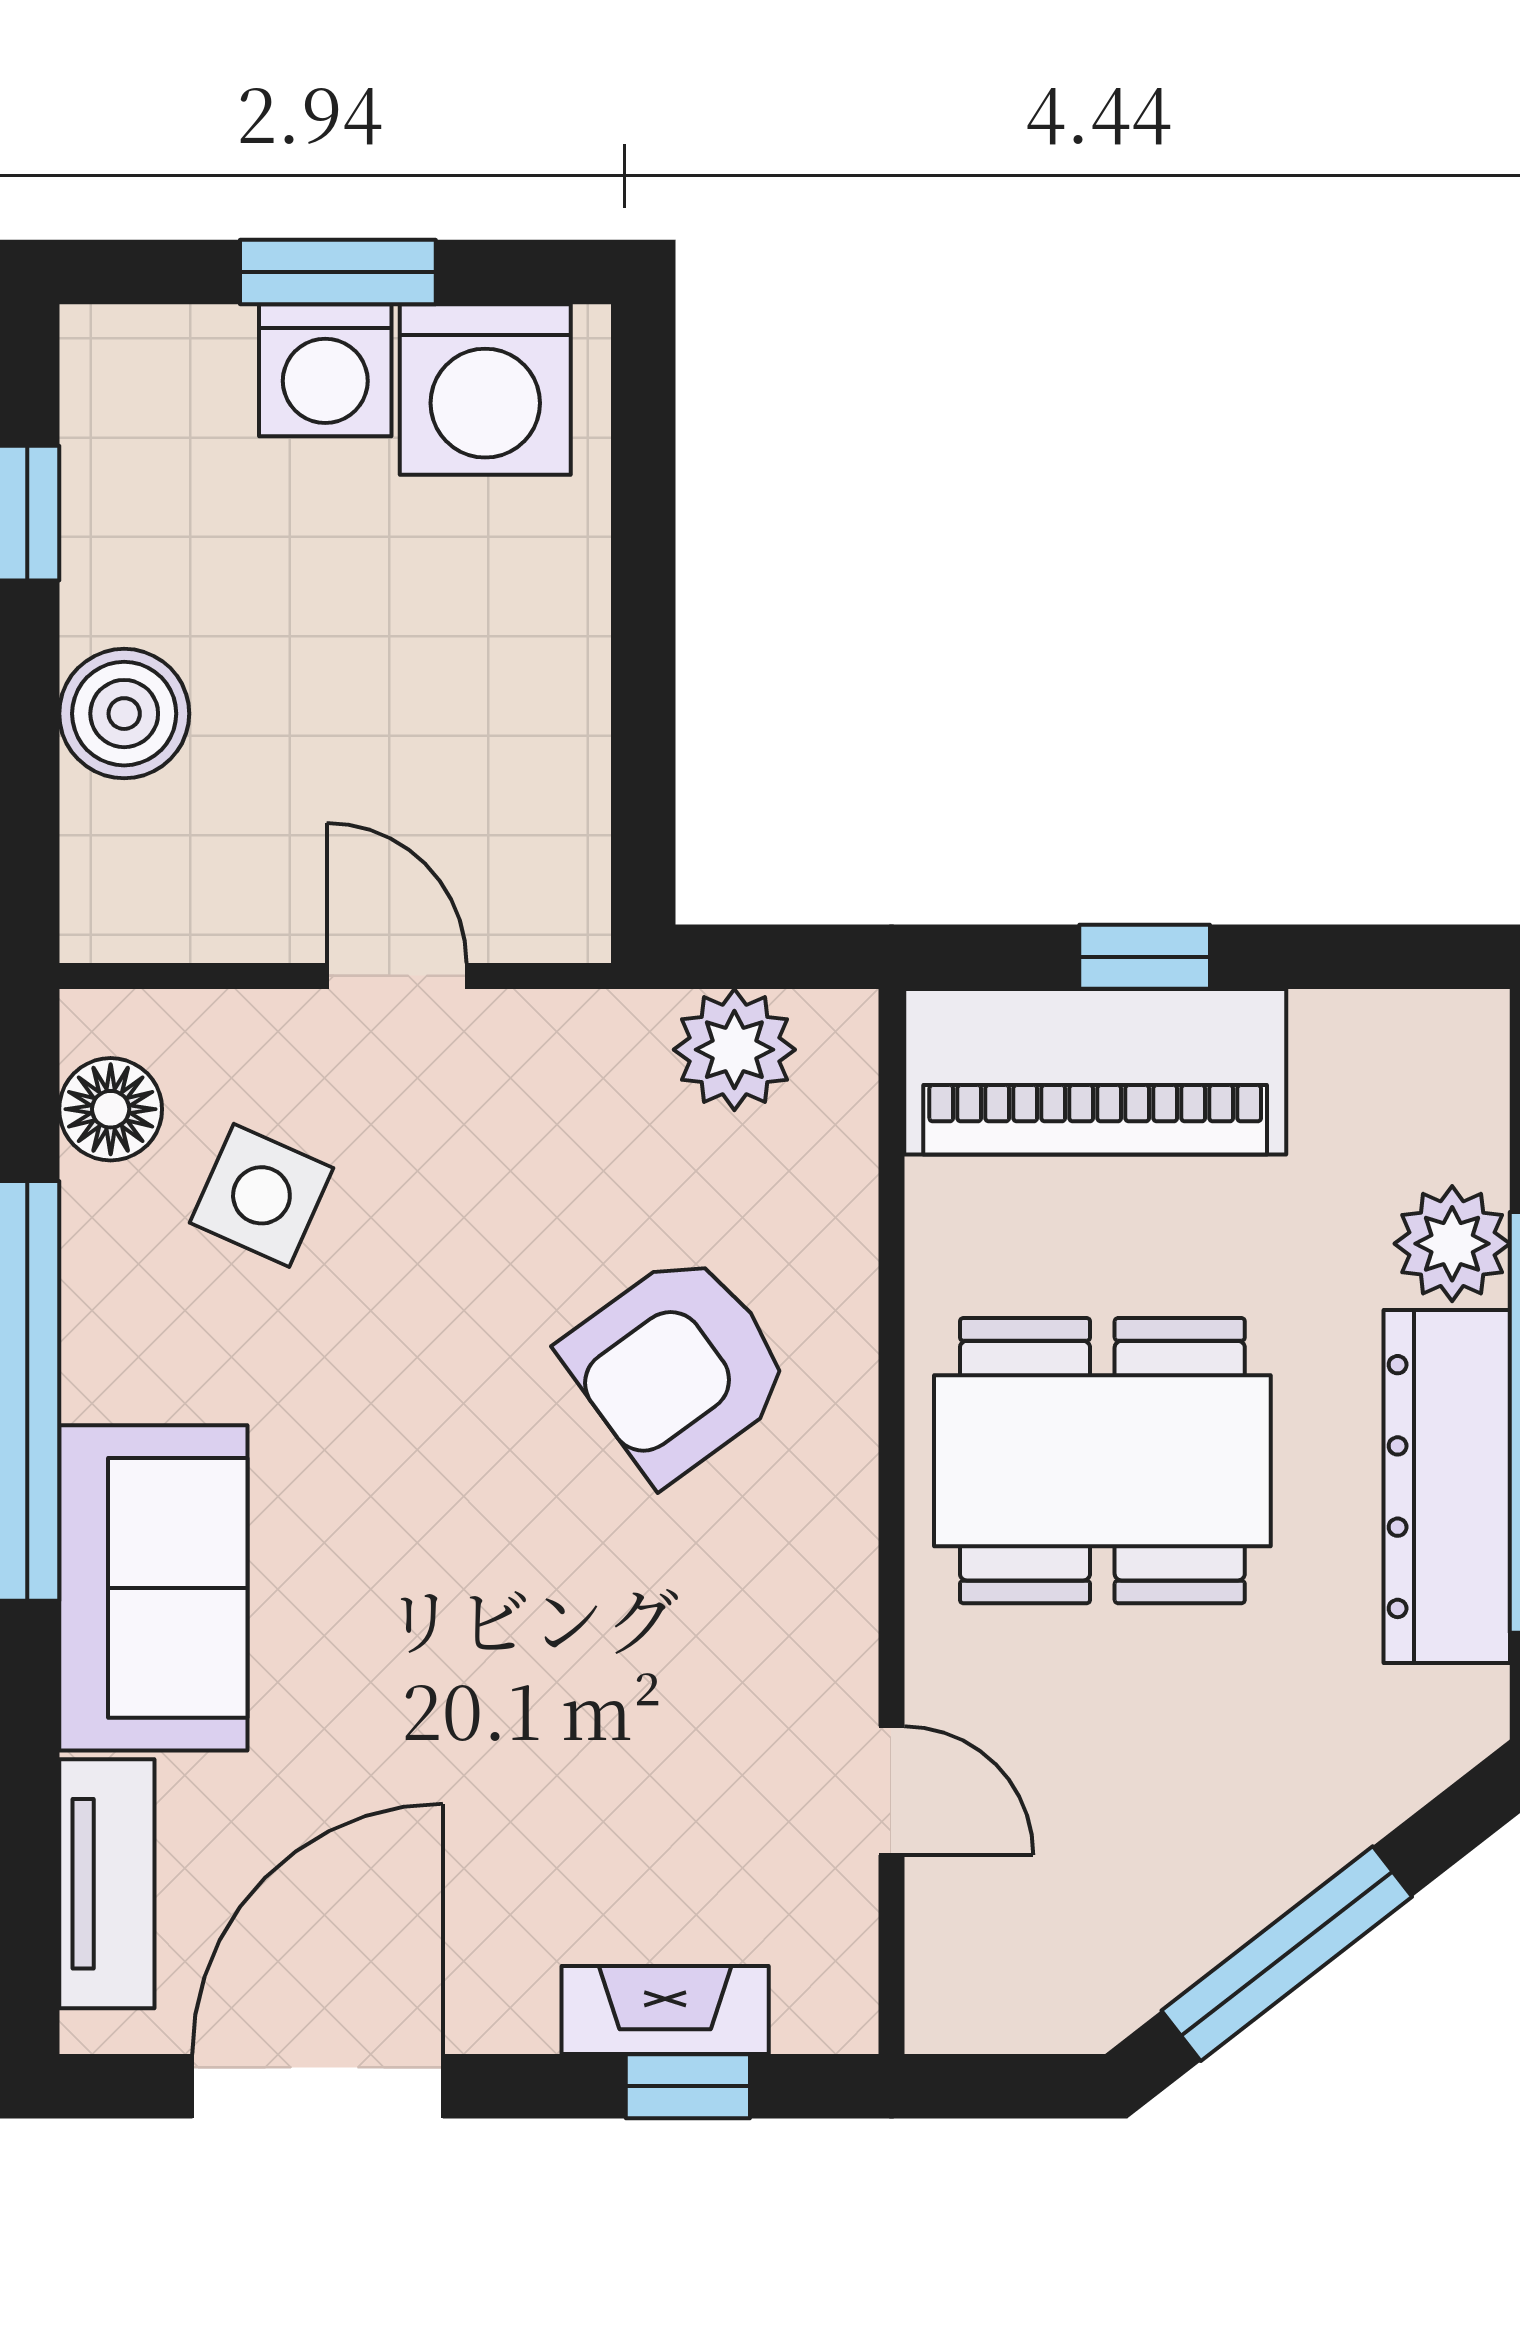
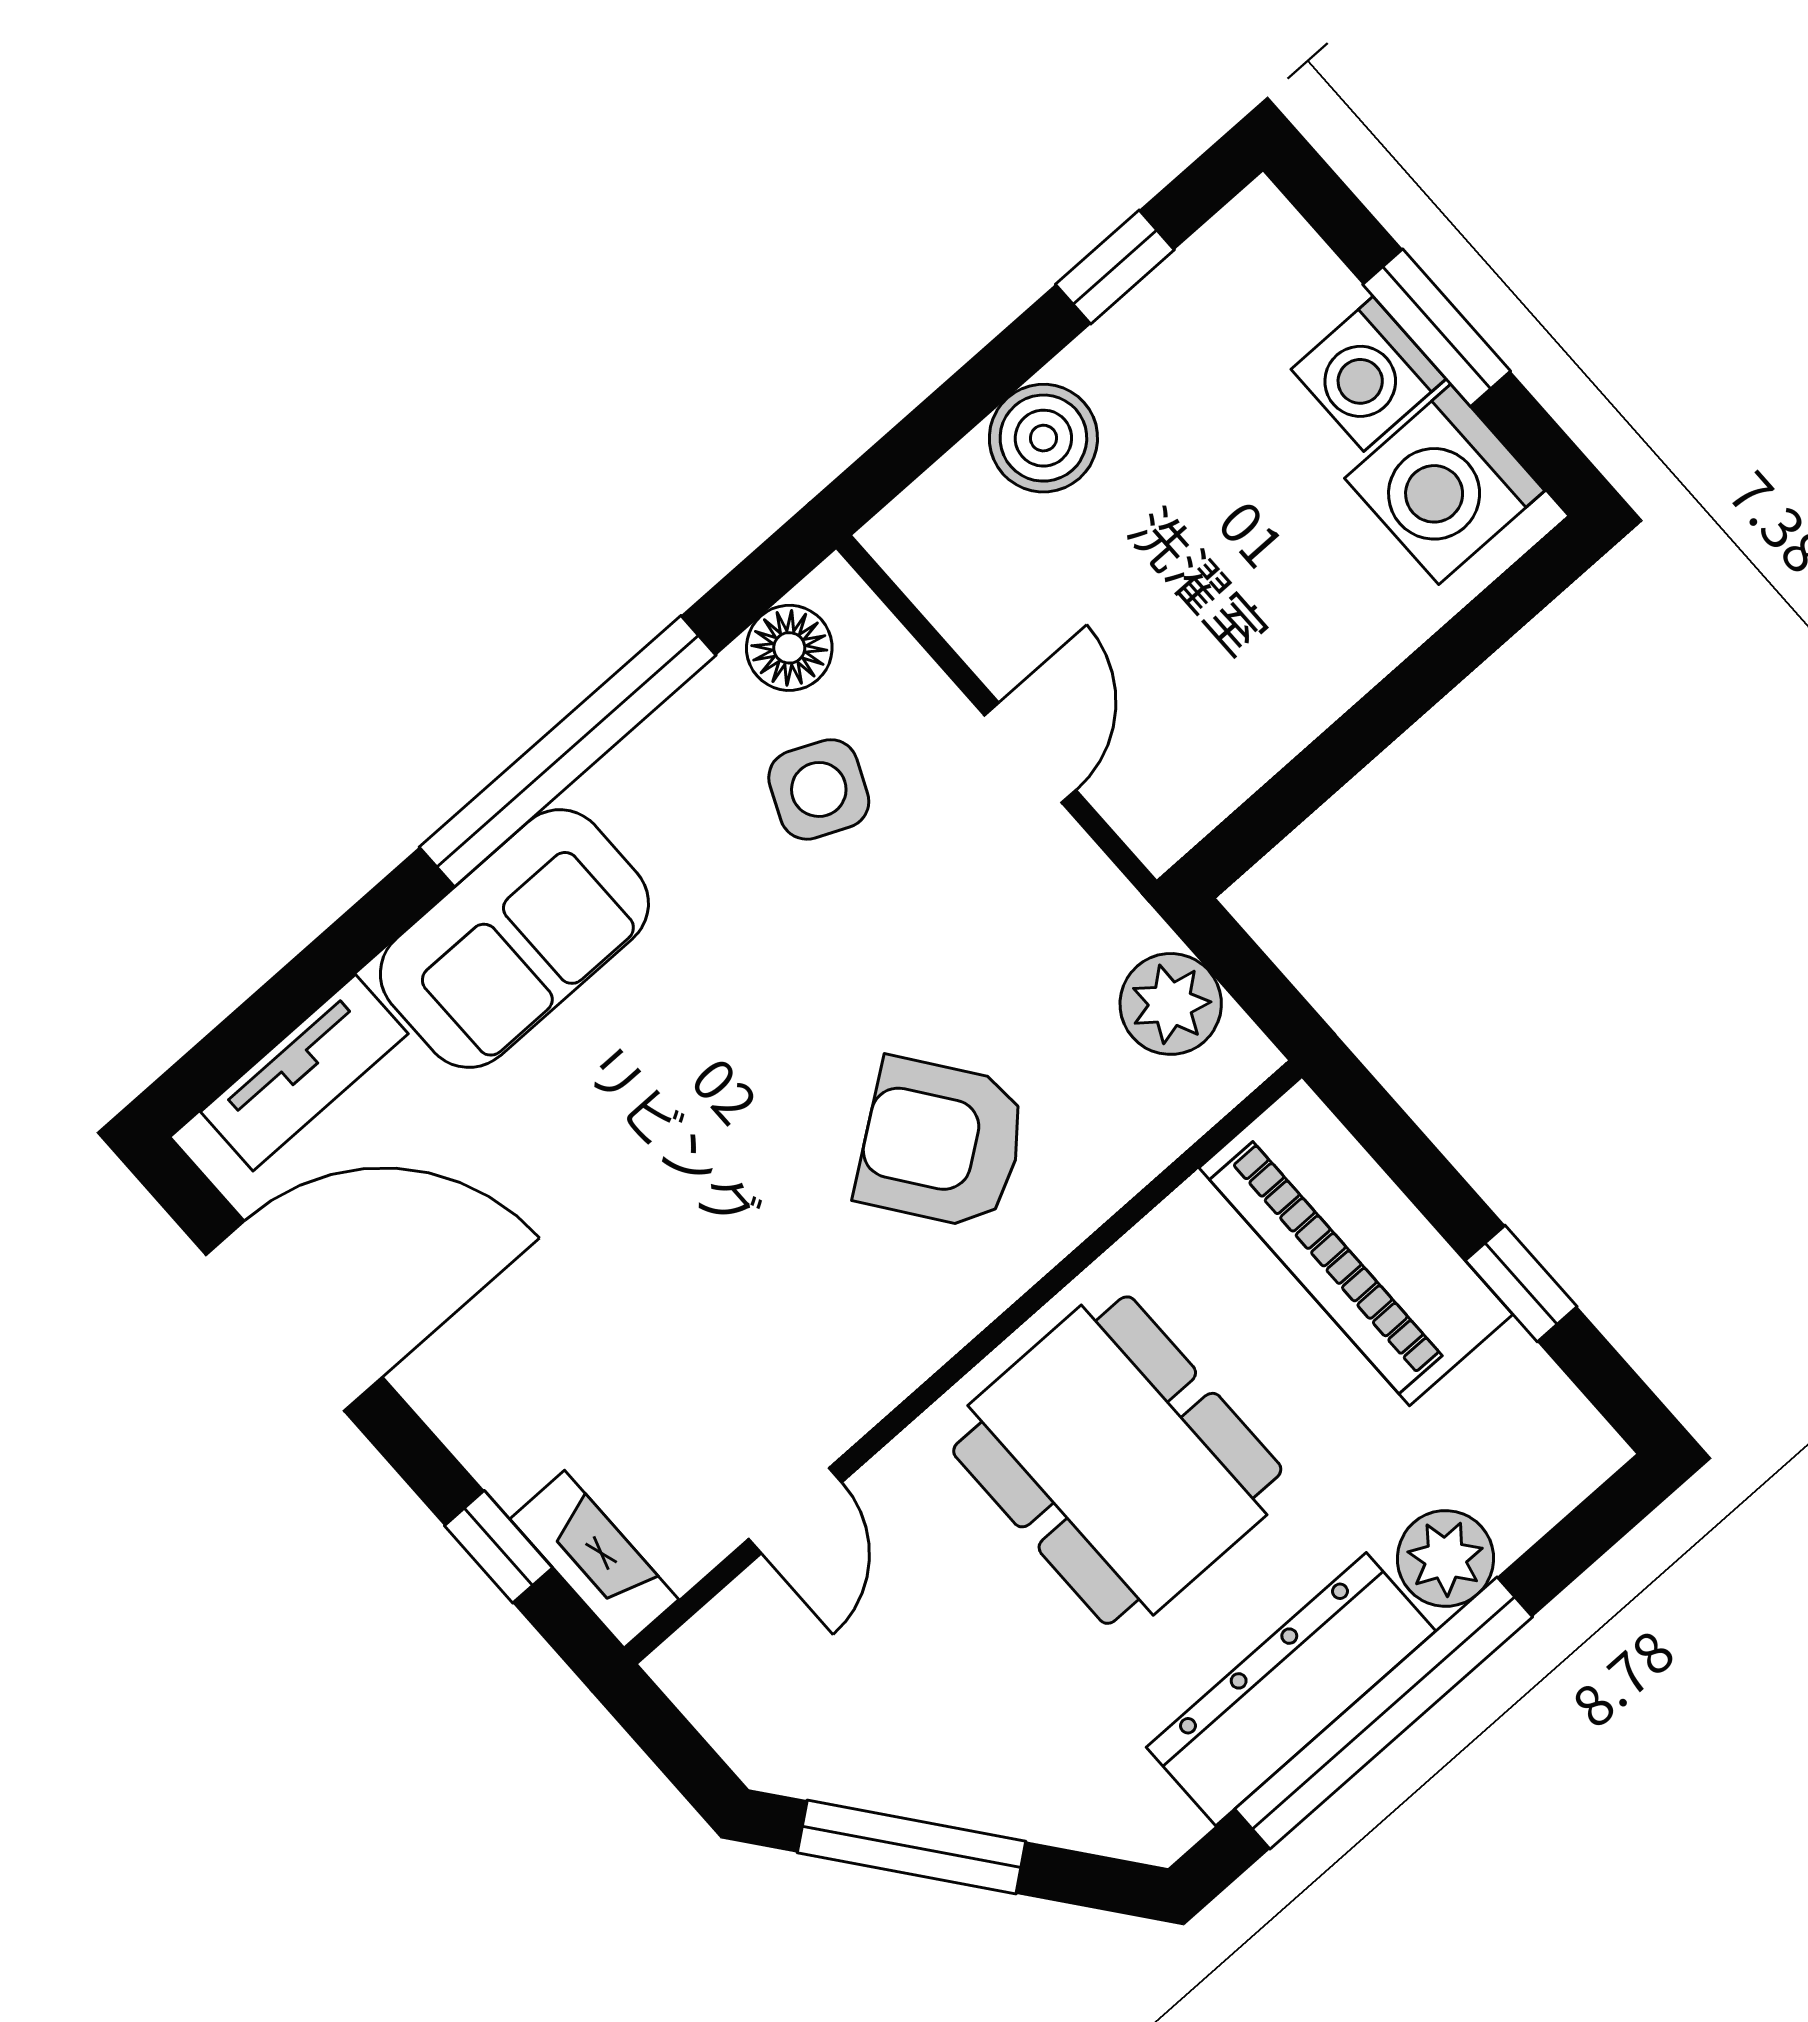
window: (1145, 957) -> (1521, 1283), moved
fireplace: (665, 2010) -> (594, 1559), moved

